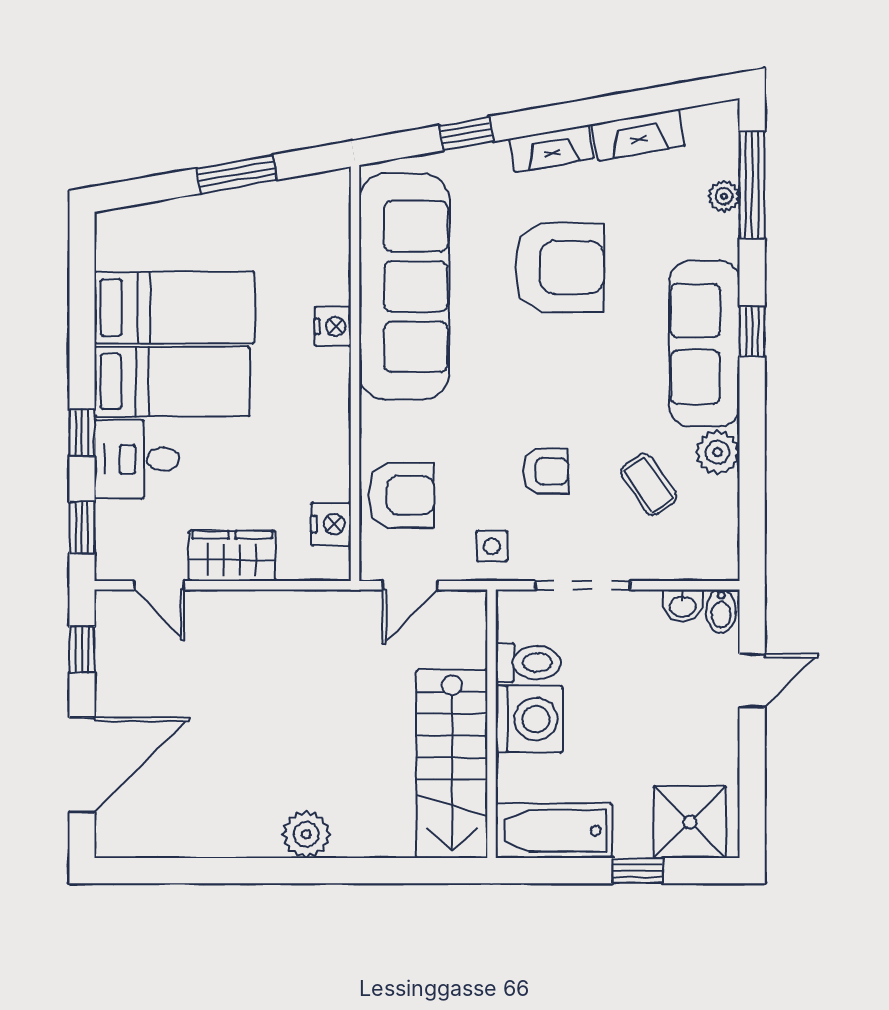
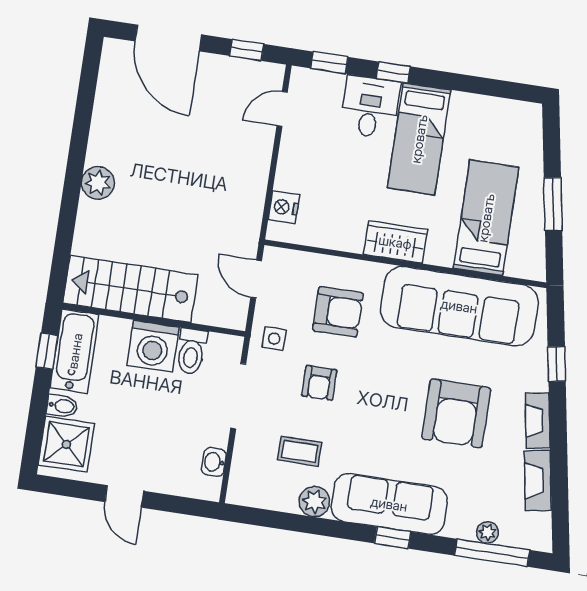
bed: (174, 307) -> (486, 218), moved, turned 180
nightstand: (333, 326) -> (440, 254), removed
coffee table: (648, 484) -> (300, 451), turned 34
armchair: (401, 495) -> (338, 312), moved, turned -90
nightstand: (331, 524) -> (284, 207), moved, turned 90
wardrobe: (232, 556) -> (395, 242), moved, turned -90
bidet: (721, 611) -> (62, 406), moved, turned 180
door: (752, 681) -> (124, 496), moved
window: (638, 871) -> (47, 351), moved

